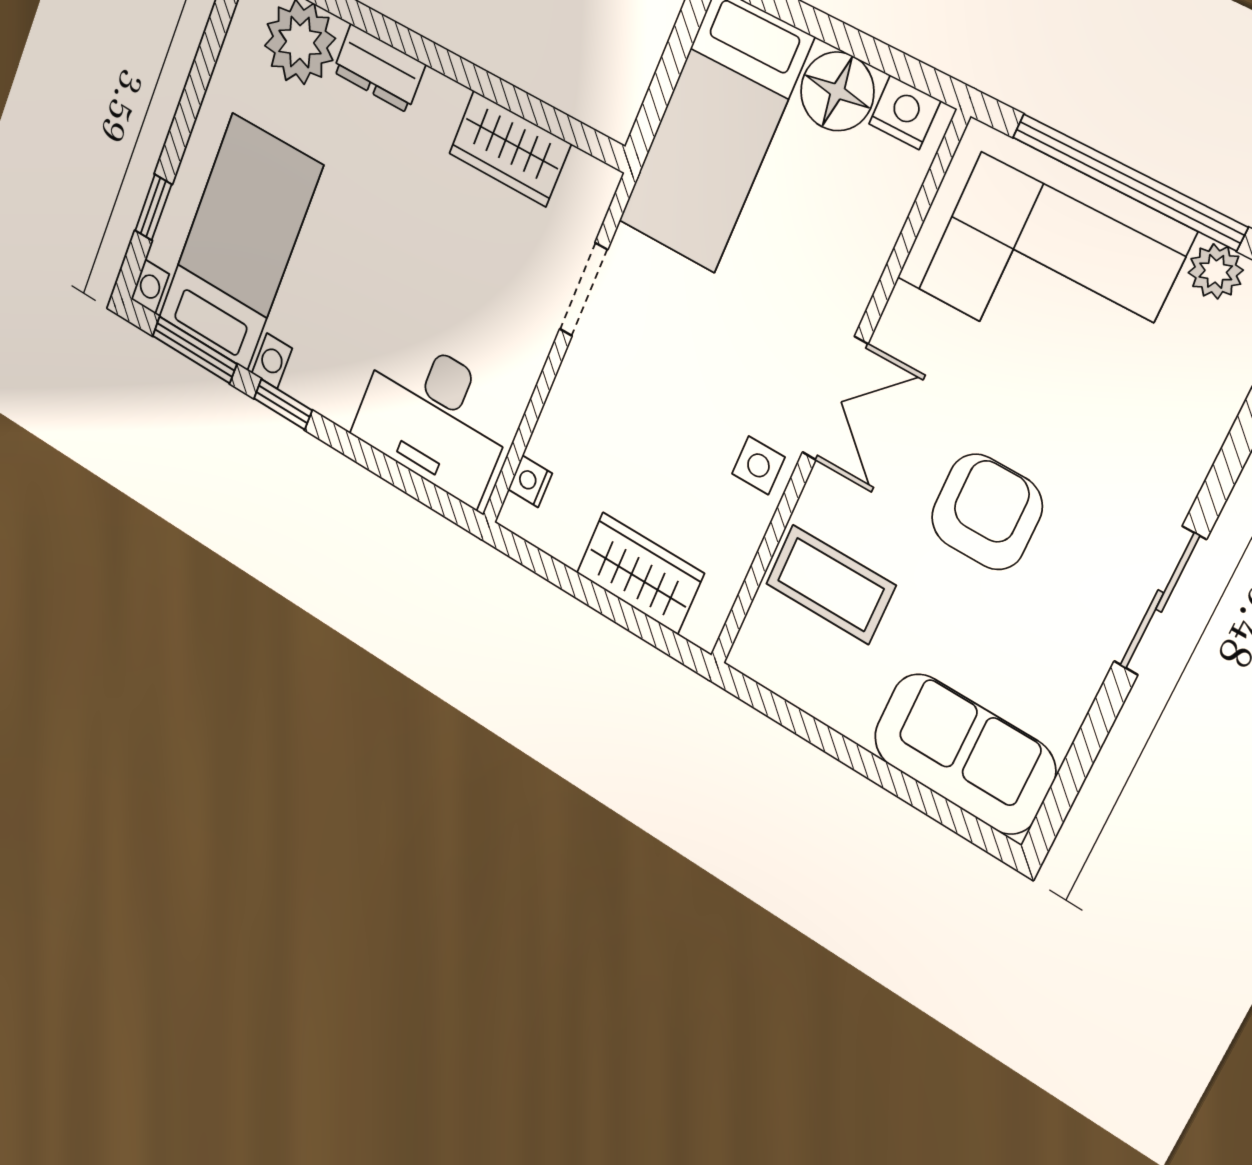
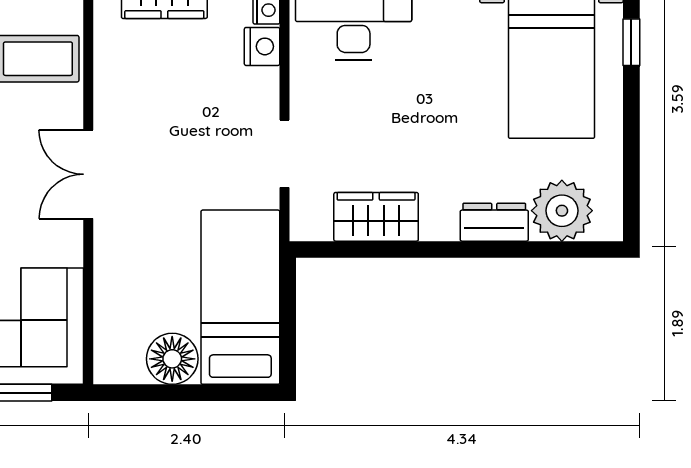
nightstand: (905, 112) -> (262, 46), moved, turned -90
side table: (758, 465) -> (118, 106), removed

